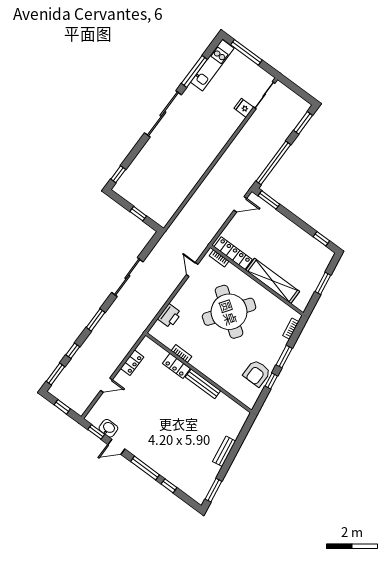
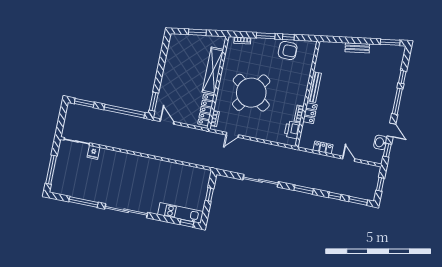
kitchen unit: (212, 65) -> (180, 213), moved
window: (321, 239) -> (165, 49), removed
printer: (170, 316) -> (292, 130), moved, turned -90

